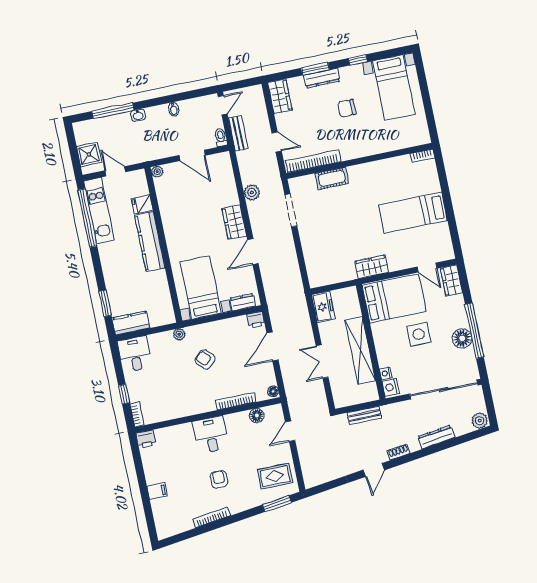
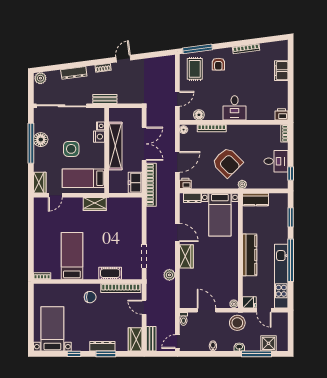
chair: (347, 108) -> (90, 297), moved
bench: (238, 133) -> (151, 339), moved
stool: (147, 147) -> (237, 323), added
shower: (89, 154) -> (269, 343), moved
fridge: (142, 204) -> (249, 302), moved
kitchen unit: (99, 211) -> (281, 276), width x1.36
bed: (413, 213) -> (72, 256), moved, turned -90
window: (87, 218) -> (291, 260), moved
door: (253, 252) -> (177, 232), hinge flipped
door: (427, 268) -> (55, 195), swing flipped
bed: (394, 298) -> (83, 178), width x0.67
bookcase: (301, 308) -> (151, 185), added
kitchen counter: (131, 323) -> (256, 199), moved
desk: (135, 354) -> (276, 161), moved, turned -90
armchair: (205, 359) -> (227, 162), width x1.88, depth x1.88
double door: (322, 361) -> (144, 144), width x1.37
nightstand: (391, 387) -> (99, 137), moved
window: (124, 394) -> (291, 173), moved
bench: (364, 415) -> (105, 99), moved
rug: (275, 476) -> (195, 69), turned 90
armchair: (219, 479) -> (218, 64), moved
filing cabinet: (157, 491) -> (281, 71), width x2.00
window: (277, 504) -> (198, 49), width x1.44

